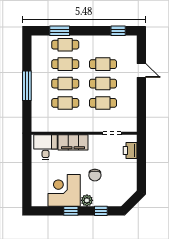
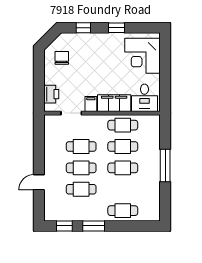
window: (60, 31) -> (94, 226), moved
cafe table: (65, 64) -> (123, 125), moved
door: (141, 70) -> (39, 182), hinge flipped
filing cabinet: (94, 141) -> (91, 104), added
chair: (95, 175) -> (62, 58), moved
corner desk: (64, 190) -> (143, 56), moved, turned 90
plant: (87, 200) -> (99, 39), removed

